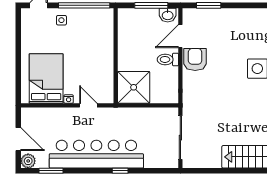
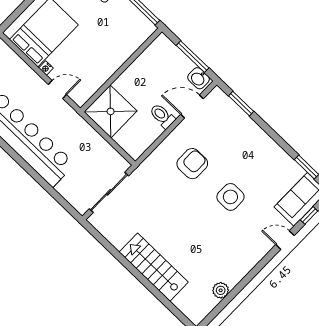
armchair: (195, 60) -> (192, 164), moved
door: (88, 105) -> (57, 90), hinge flipped
window: (120, 171) -> (31, 171), removed

